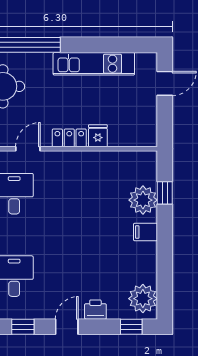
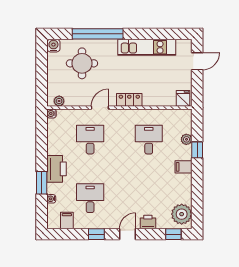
fridge: (98, 136) -> (183, 98), moved
window: (165, 193) -> (197, 150), moved
desk: (97, 194) -> (149, 140), added
plant: (143, 200) -> (186, 139), width x0.53, depth x0.53

